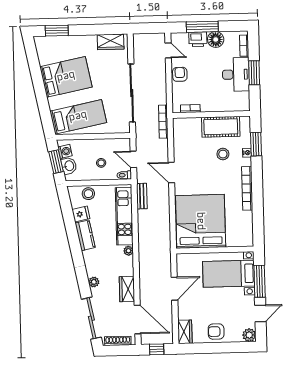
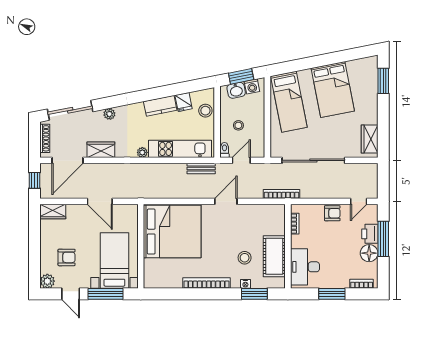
desk: (236, 74) -> (305, 267), moved, turned 90
armchair: (216, 332) -> (67, 257), moved, turned 90

